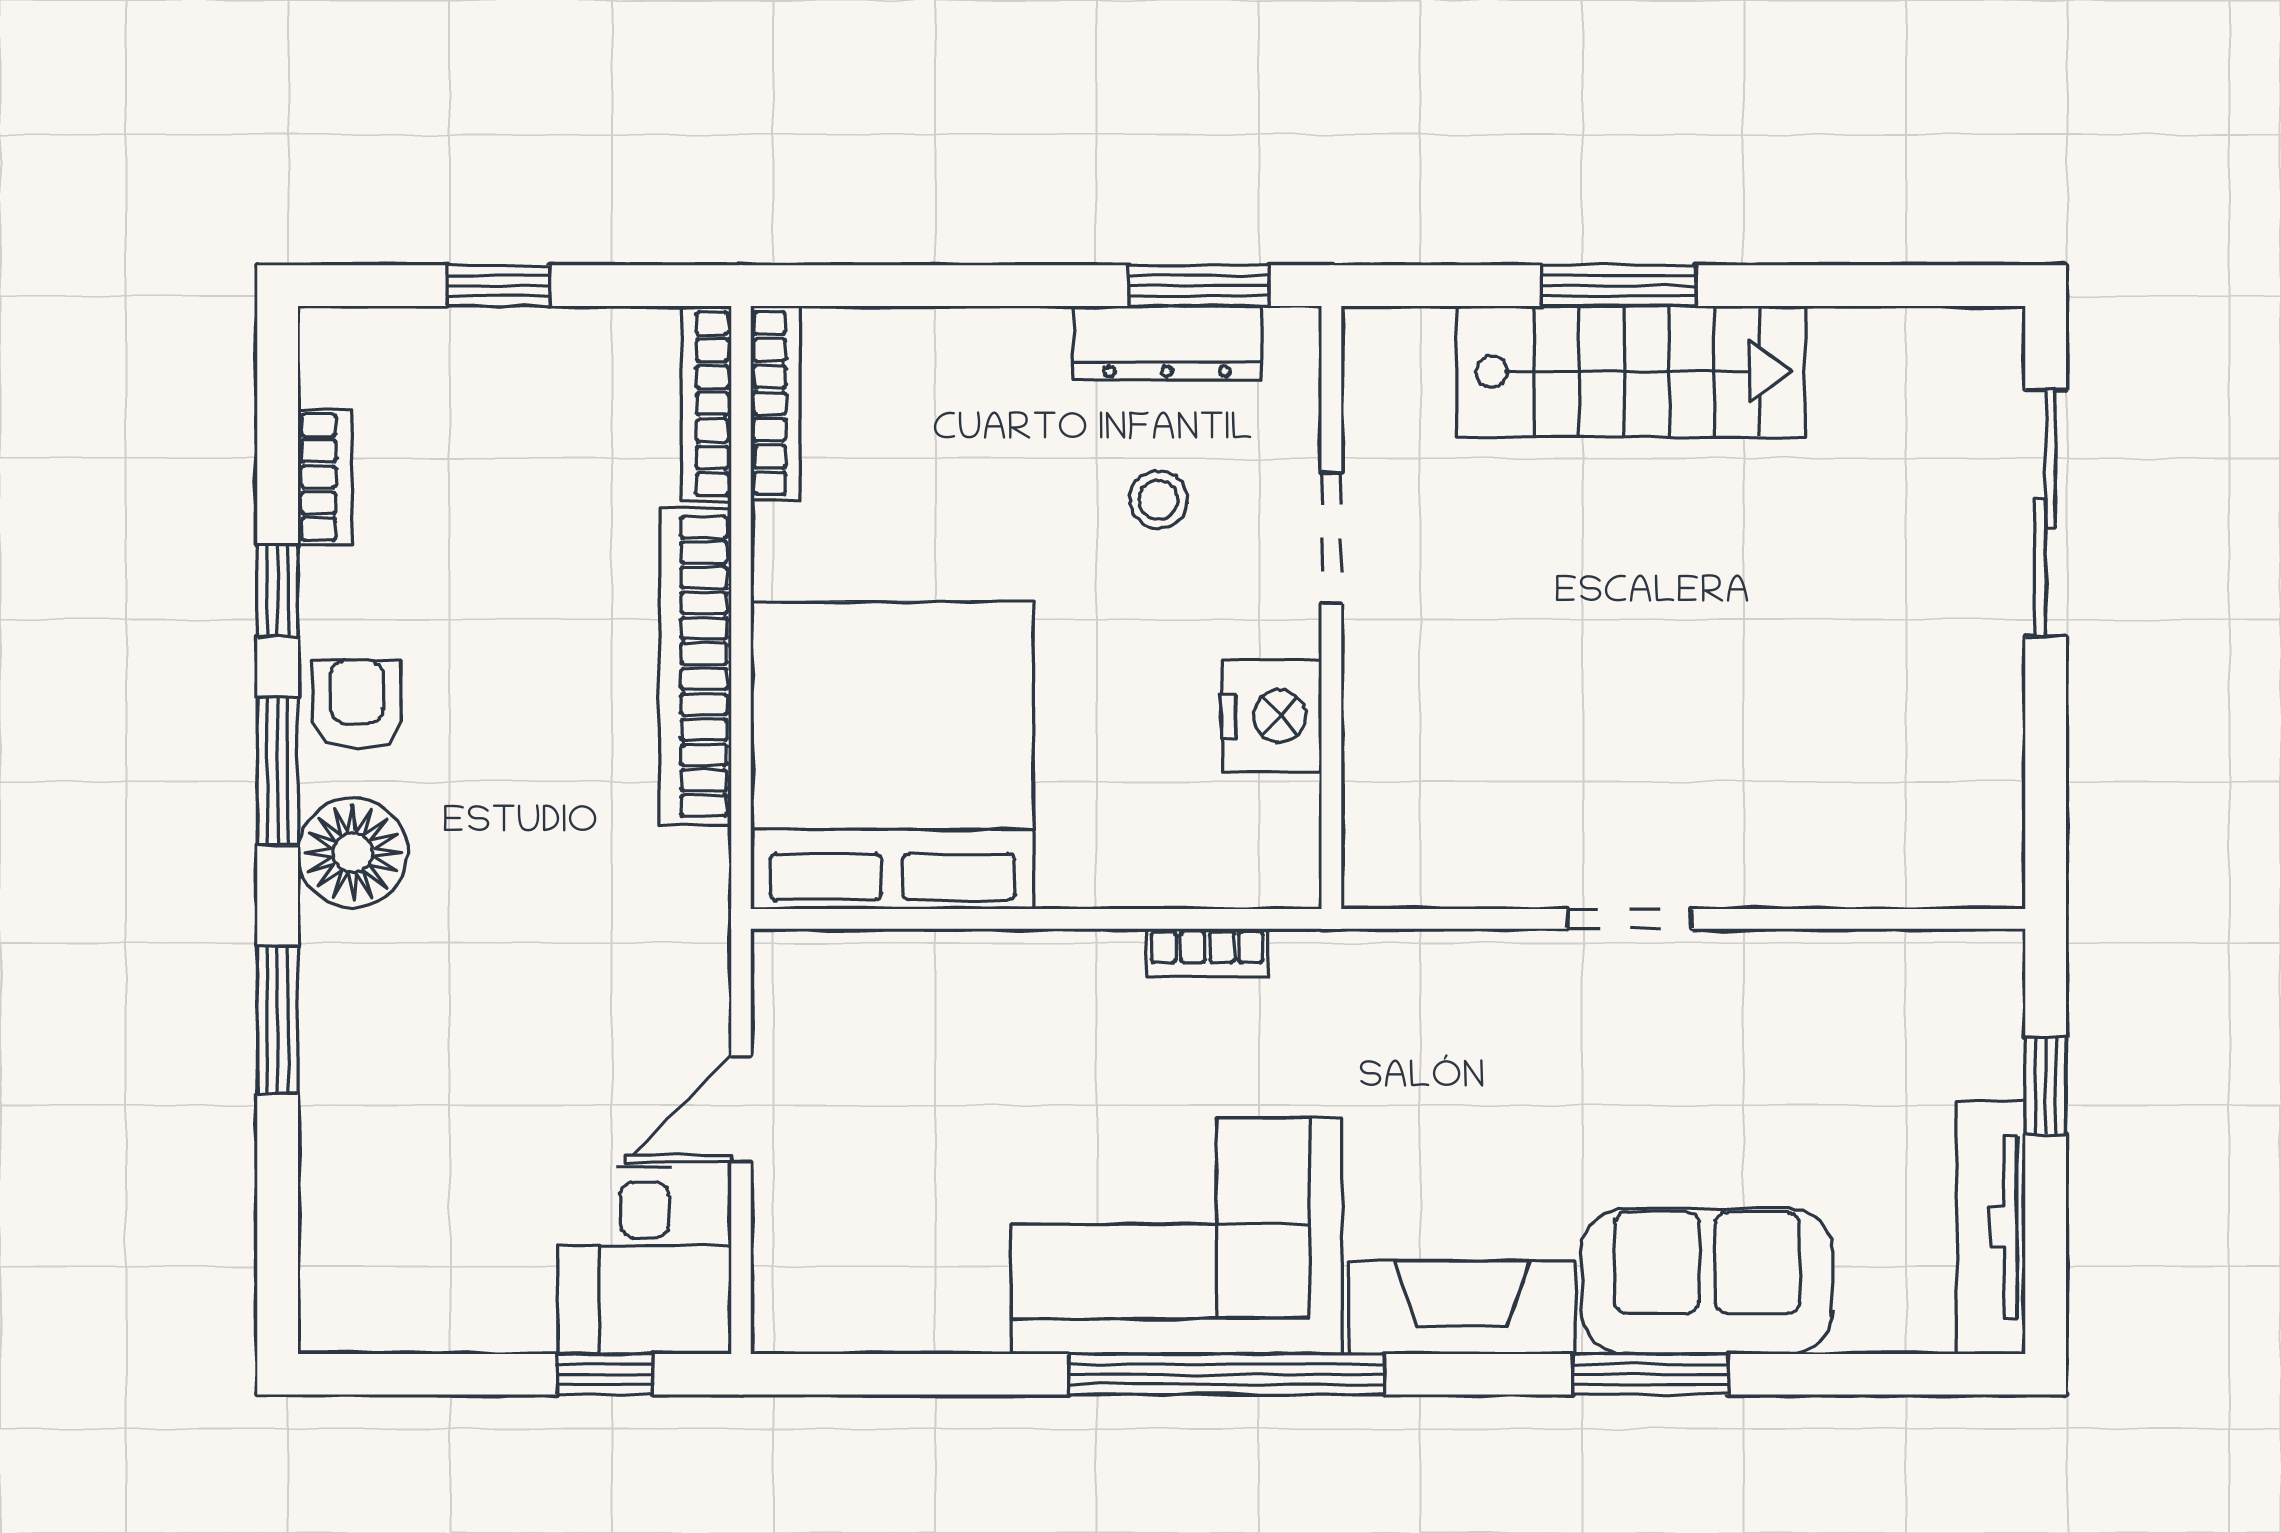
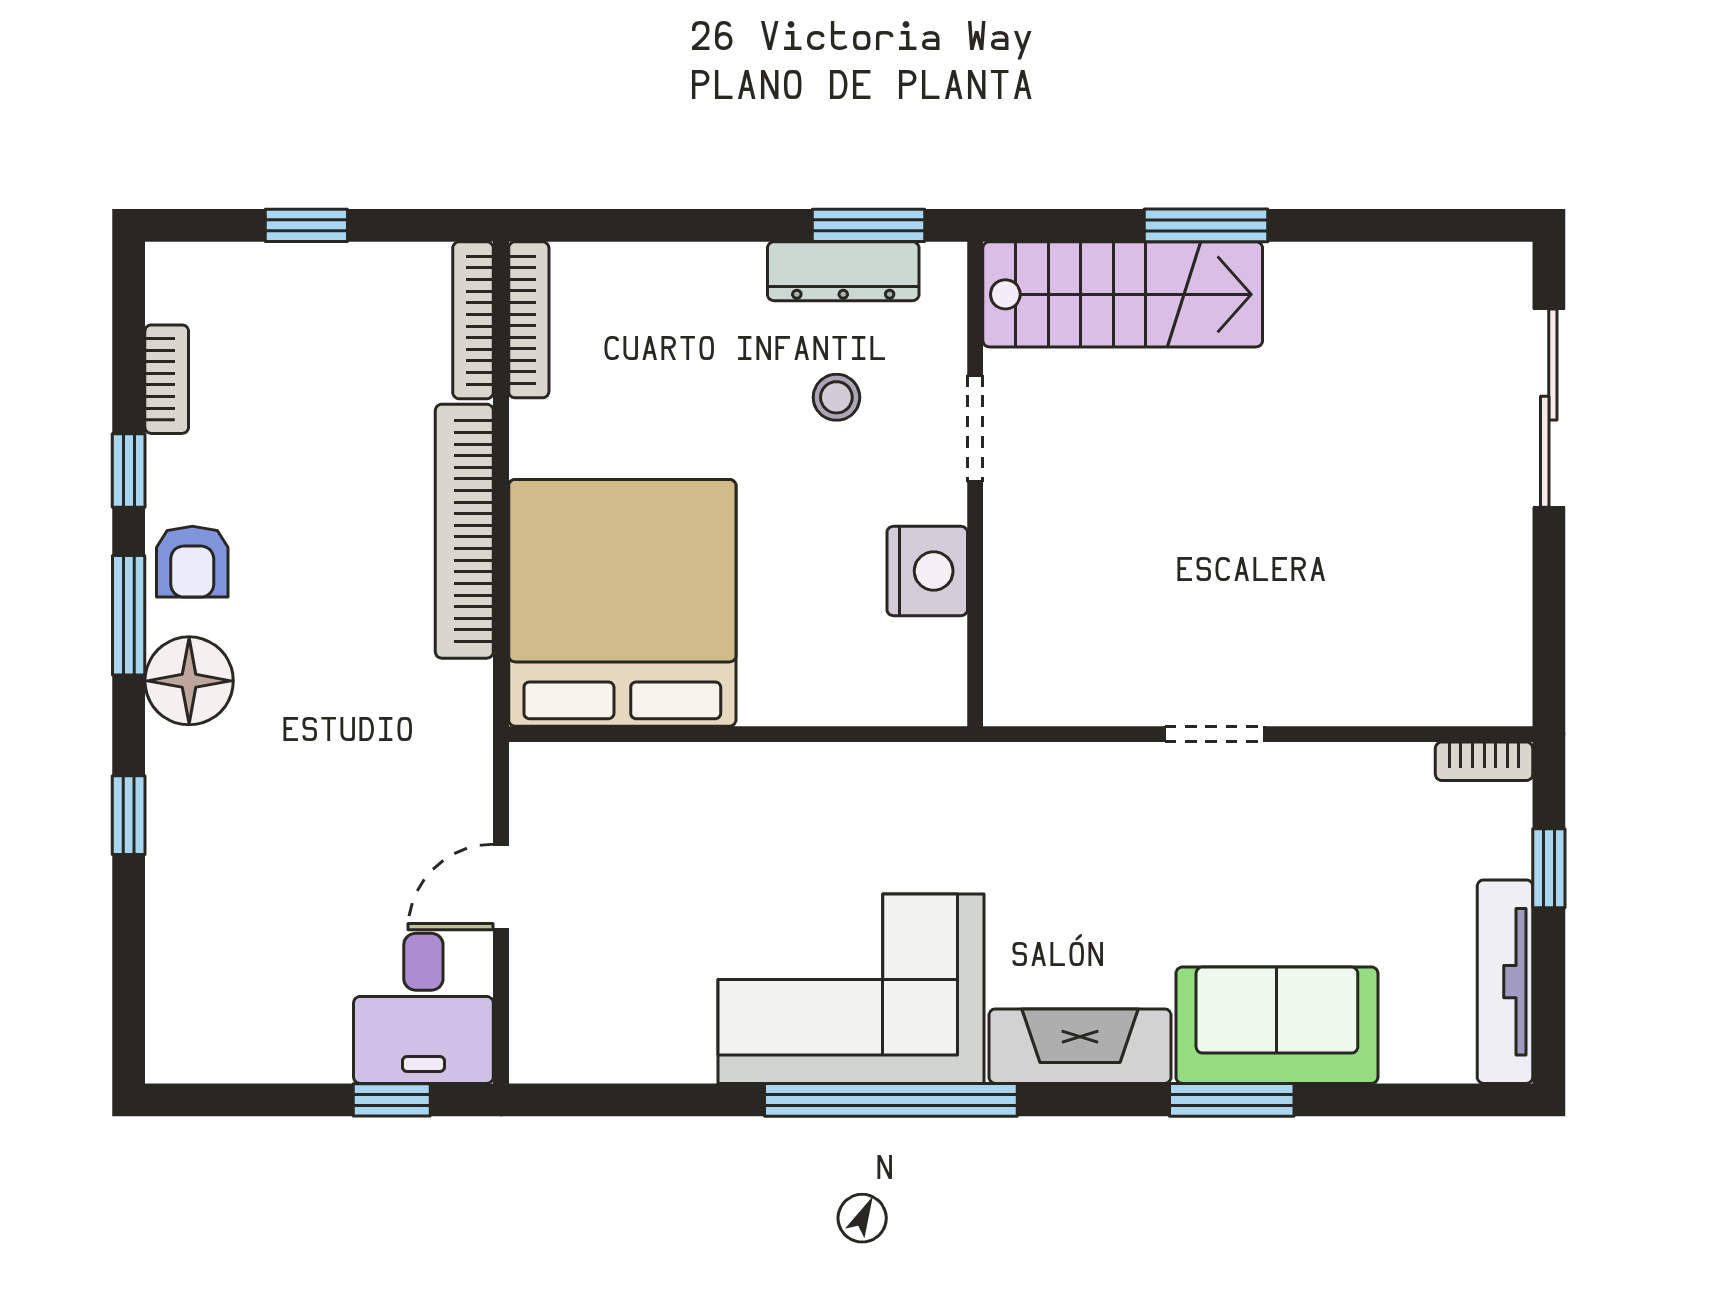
stairs: (1631, 371) -> (1123, 294), moved
armchair: (357, 704) -> (192, 562), turned 180
bookcase: (1207, 953) -> (1484, 761), moved
window: (278, 1020) -> (129, 815), width x0.67

